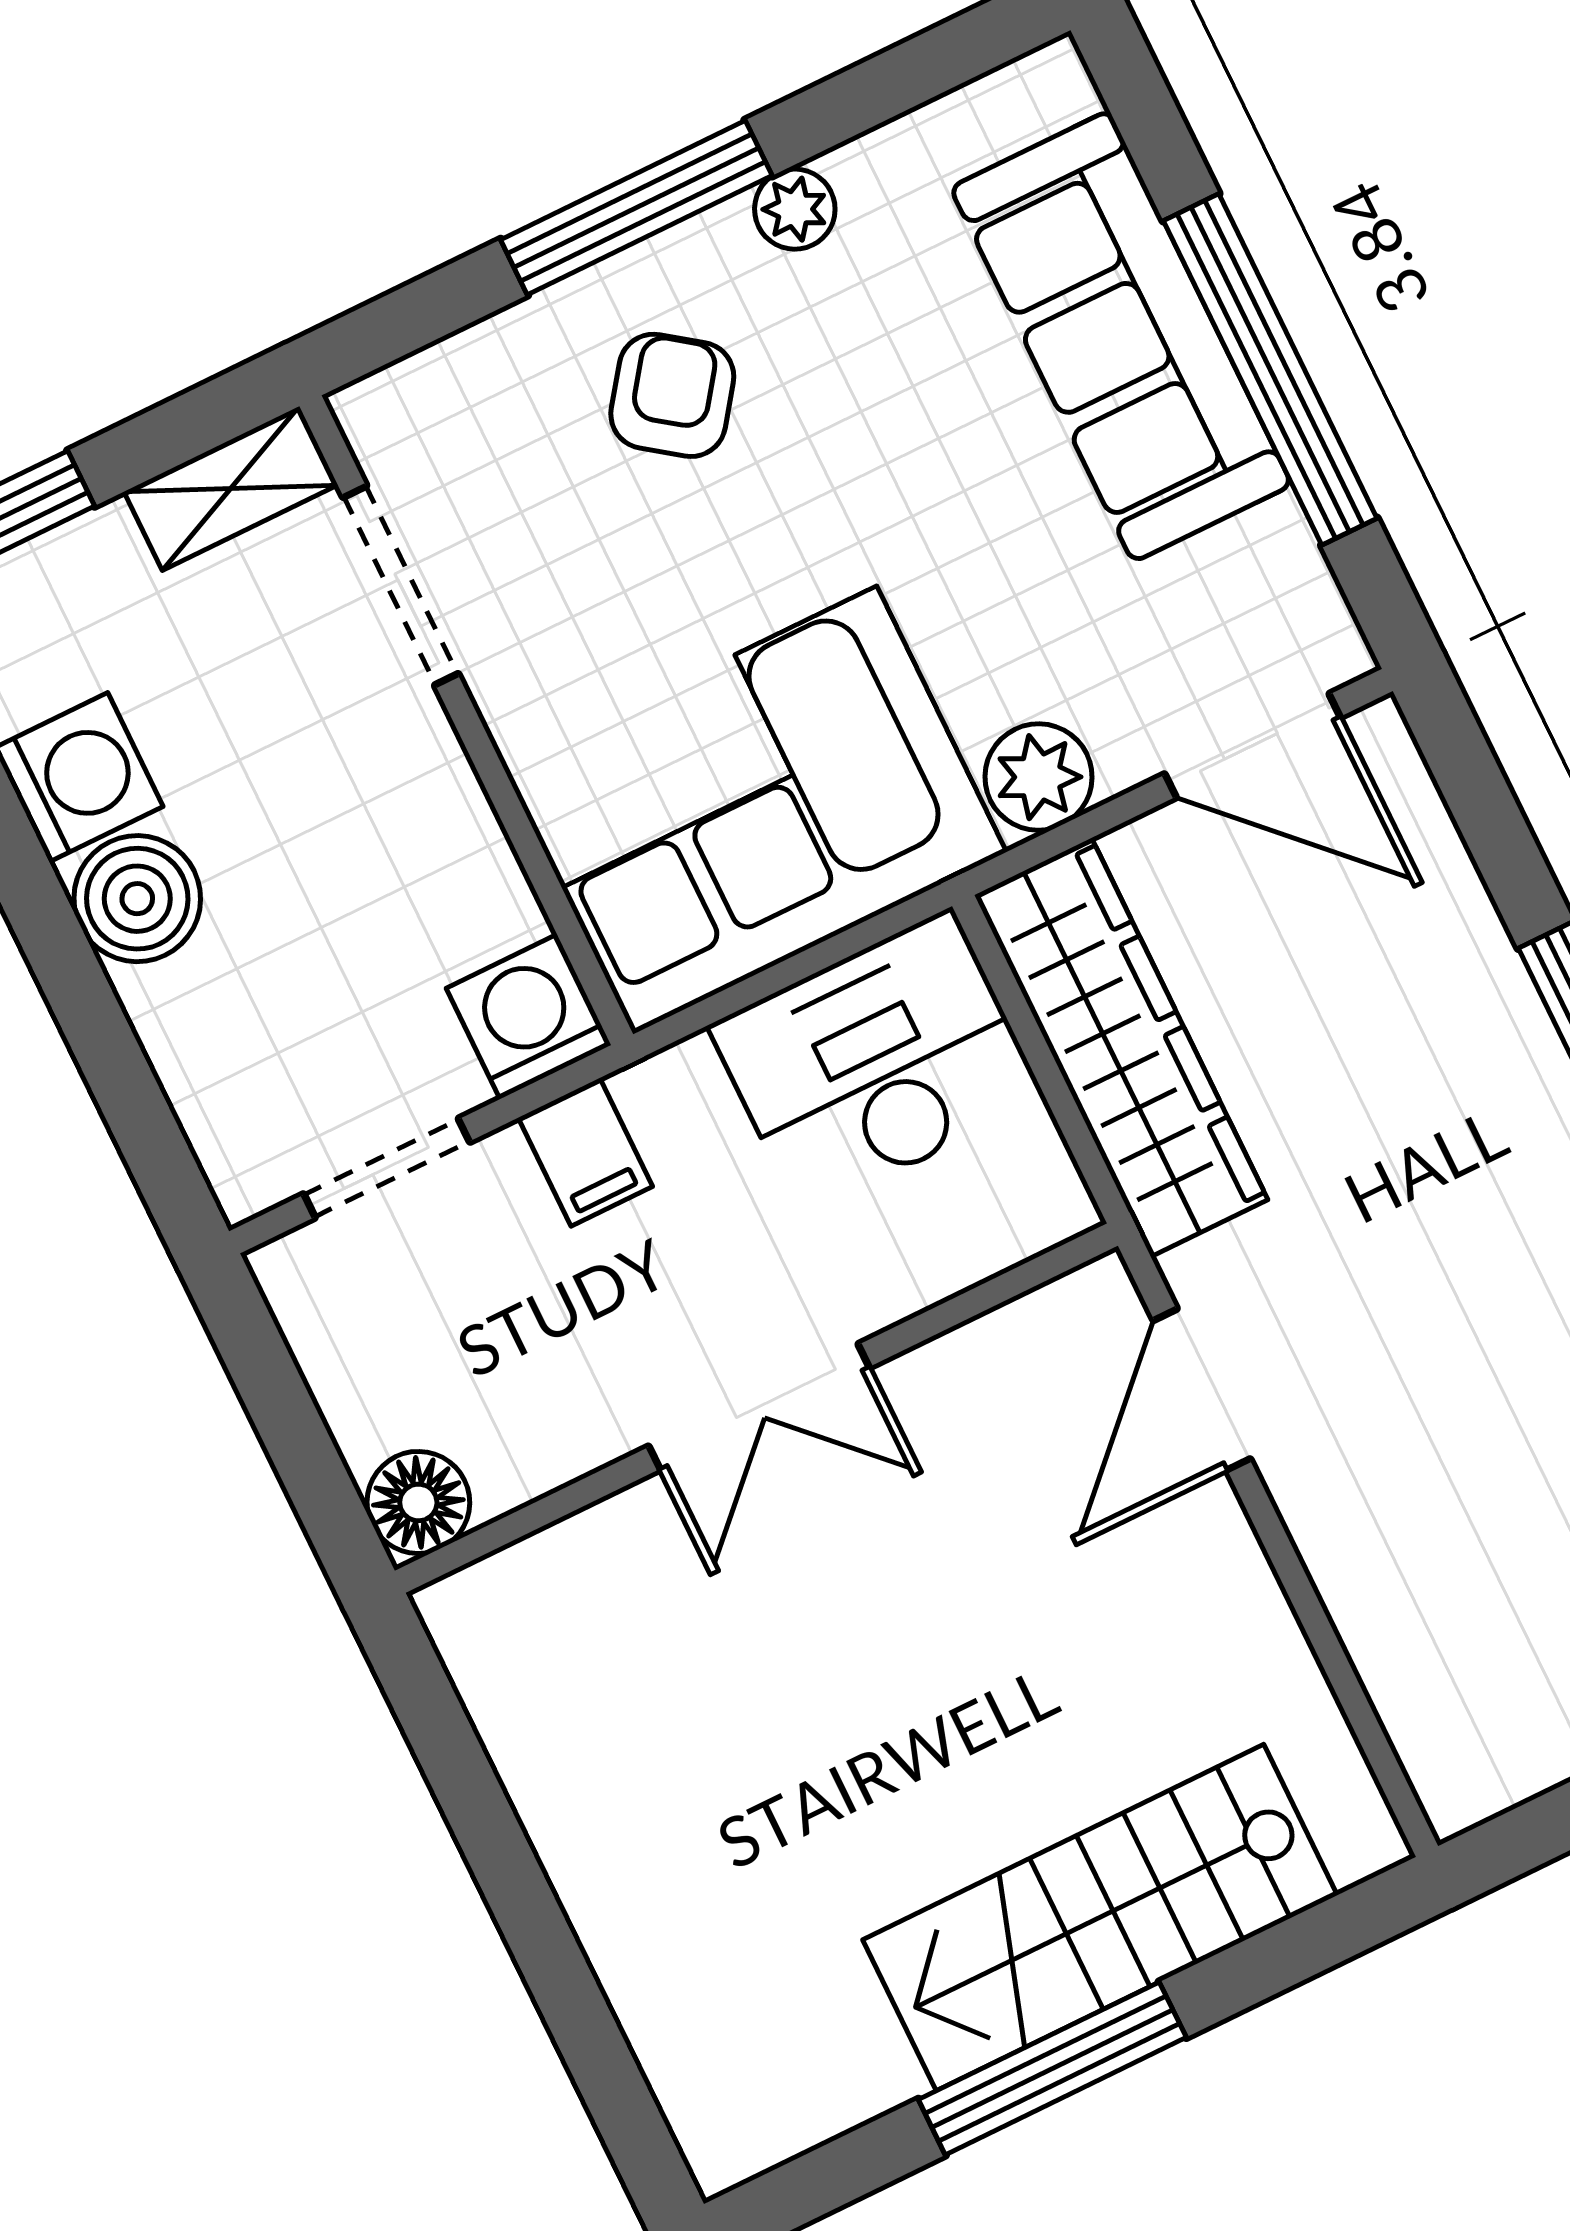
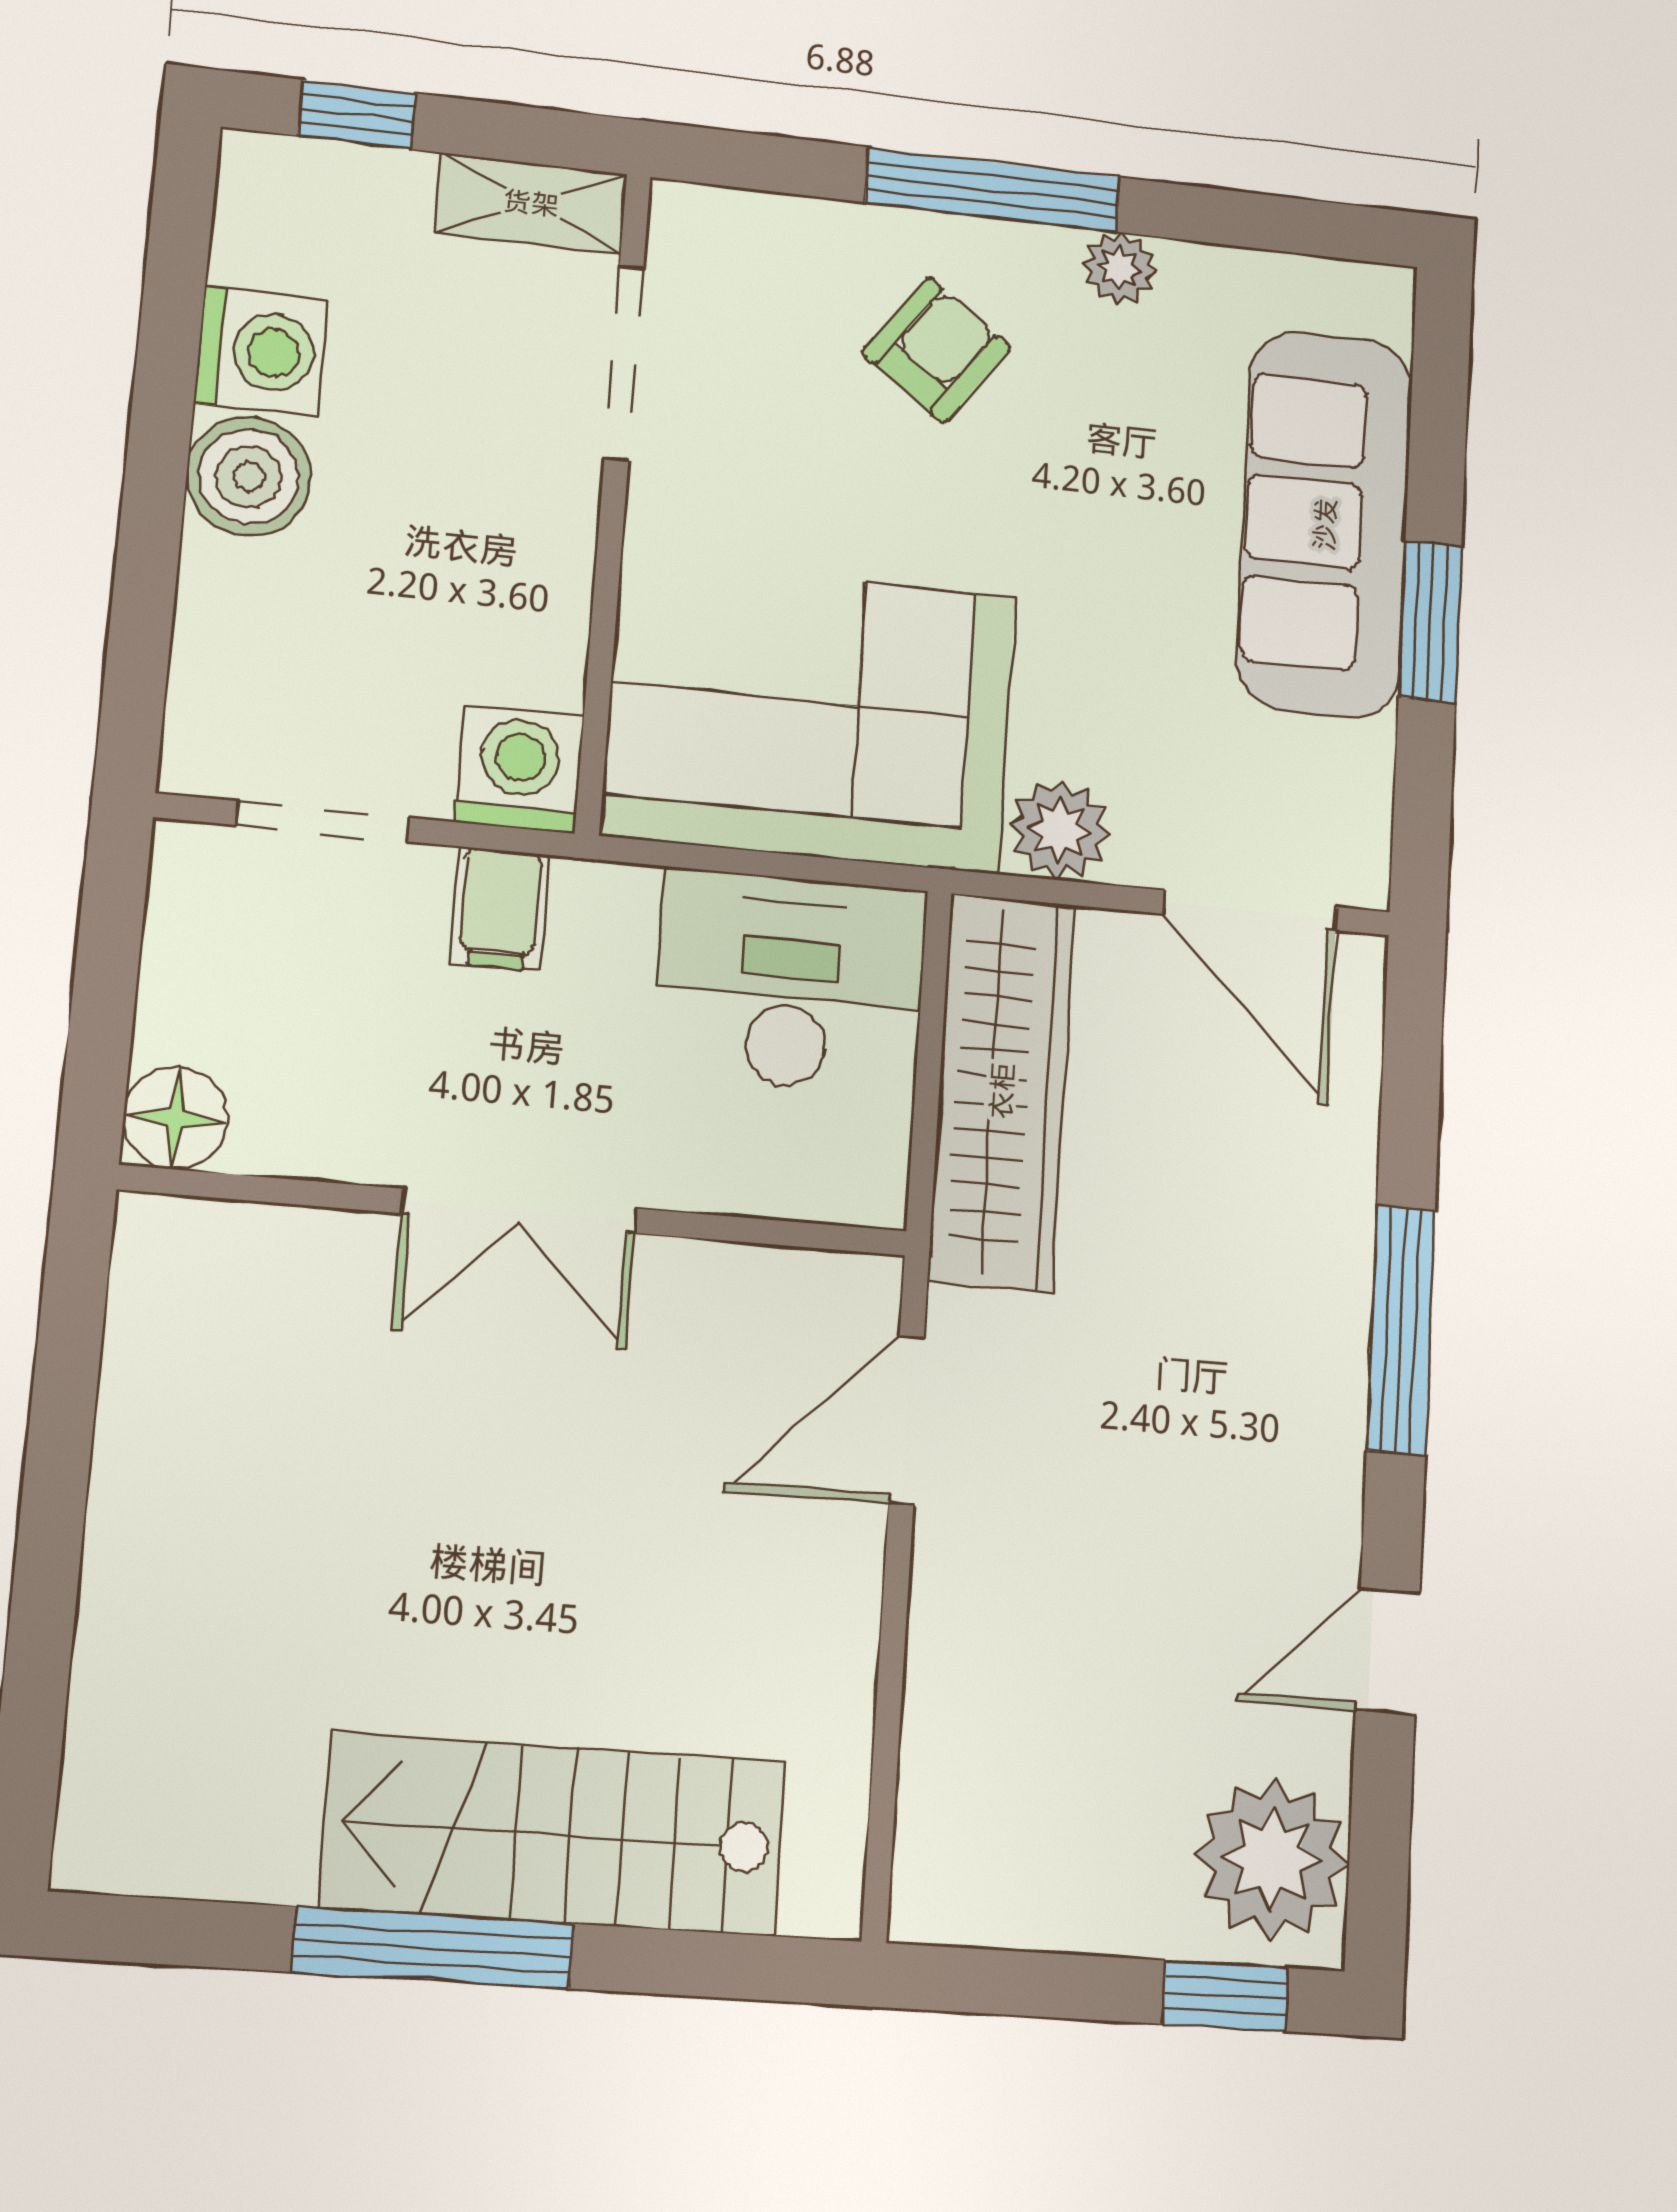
window: (1270, 369) -> (1430, 622), width x0.47

